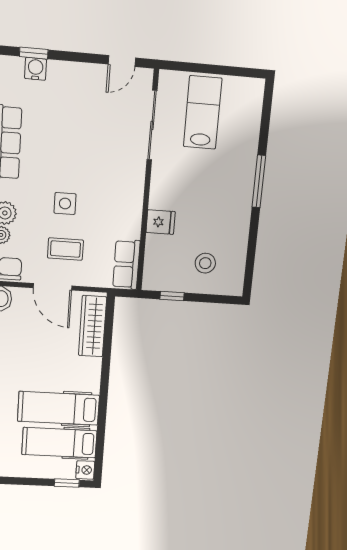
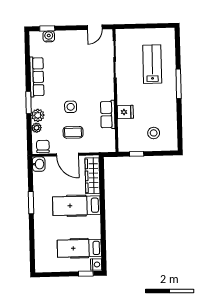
lab bench: (203, 113) -> (152, 64), moved
row of seats: (126, 264) -> (108, 115), moved
hospital bed: (59, 408) -> (76, 206), moved

